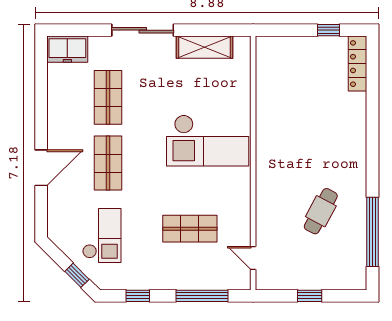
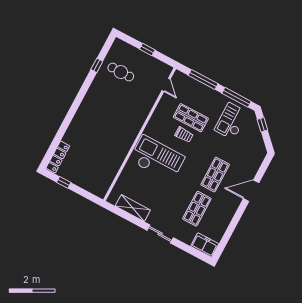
sliding door: (143, 30) -> (160, 234), width x0.73
trolley: (187, 198) -> (184, 135), added
cafe table: (321, 211) -> (121, 72), moved, turned 62
window: (372, 232) -> (97, 65), width x0.32
checkout: (102, 236) -> (231, 121), moved
window: (138, 296) -> (236, 97), width x2.17

